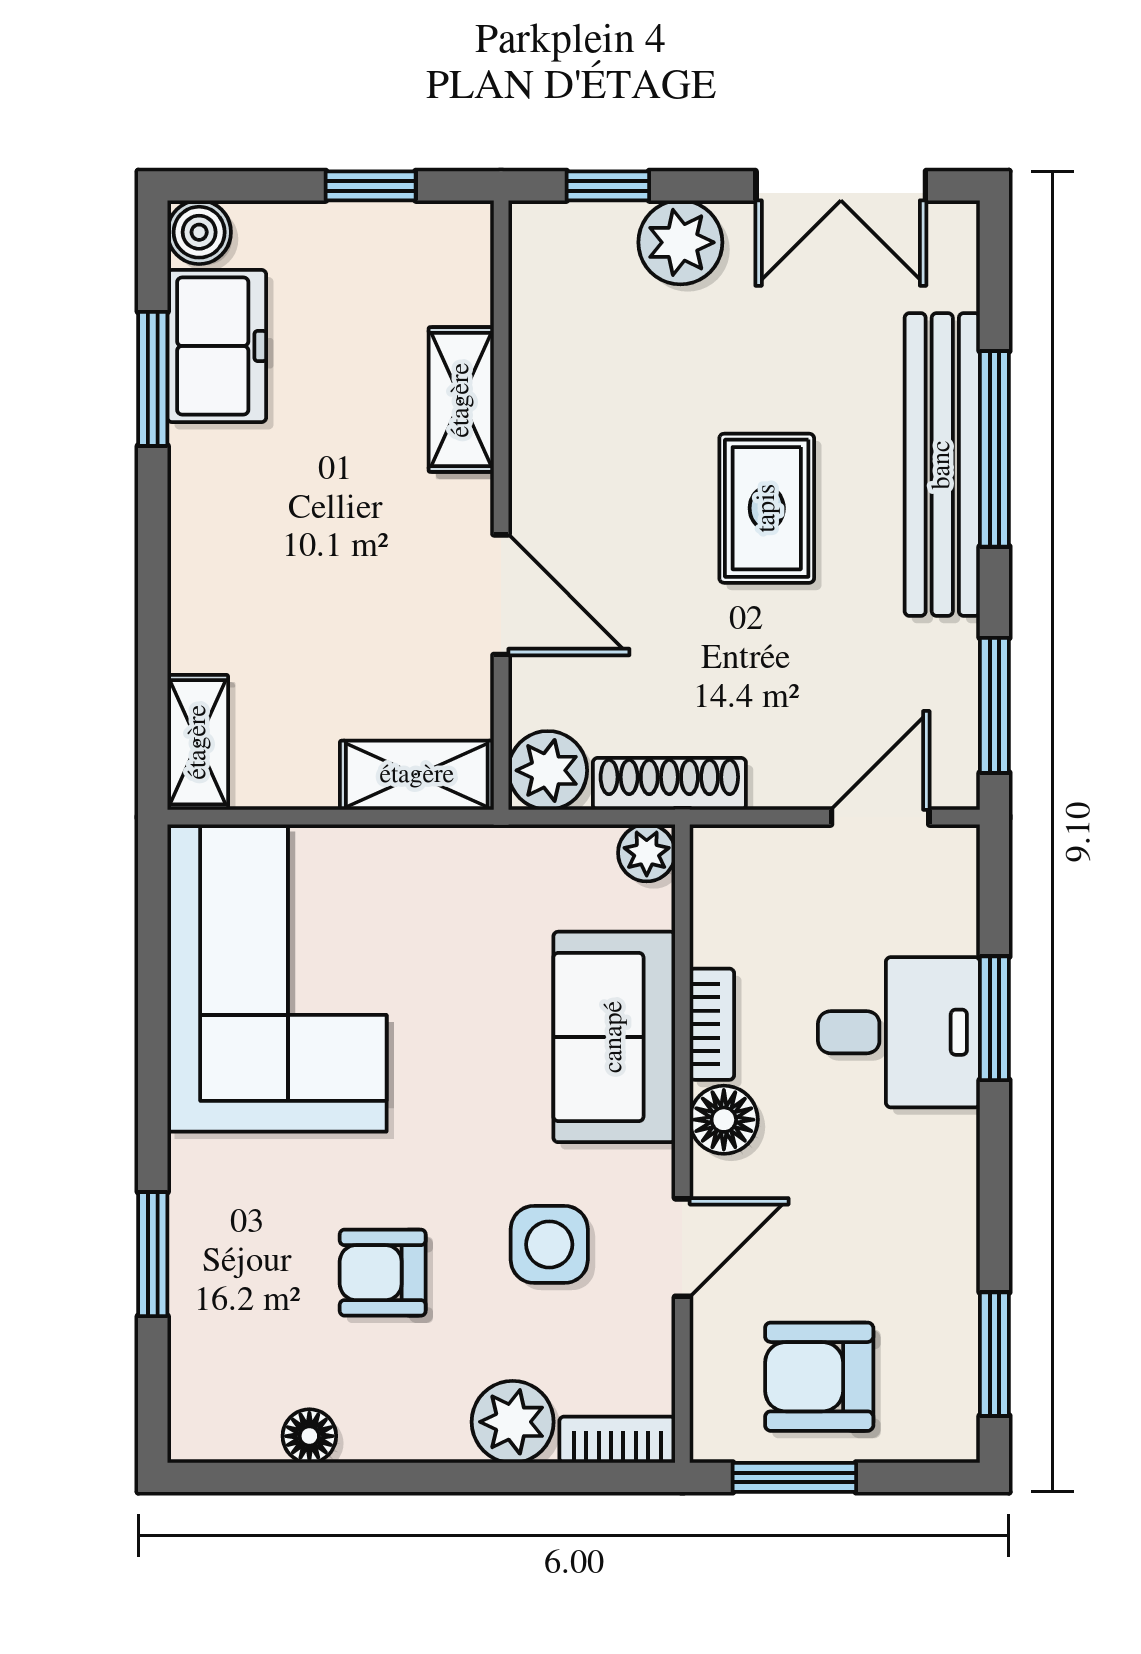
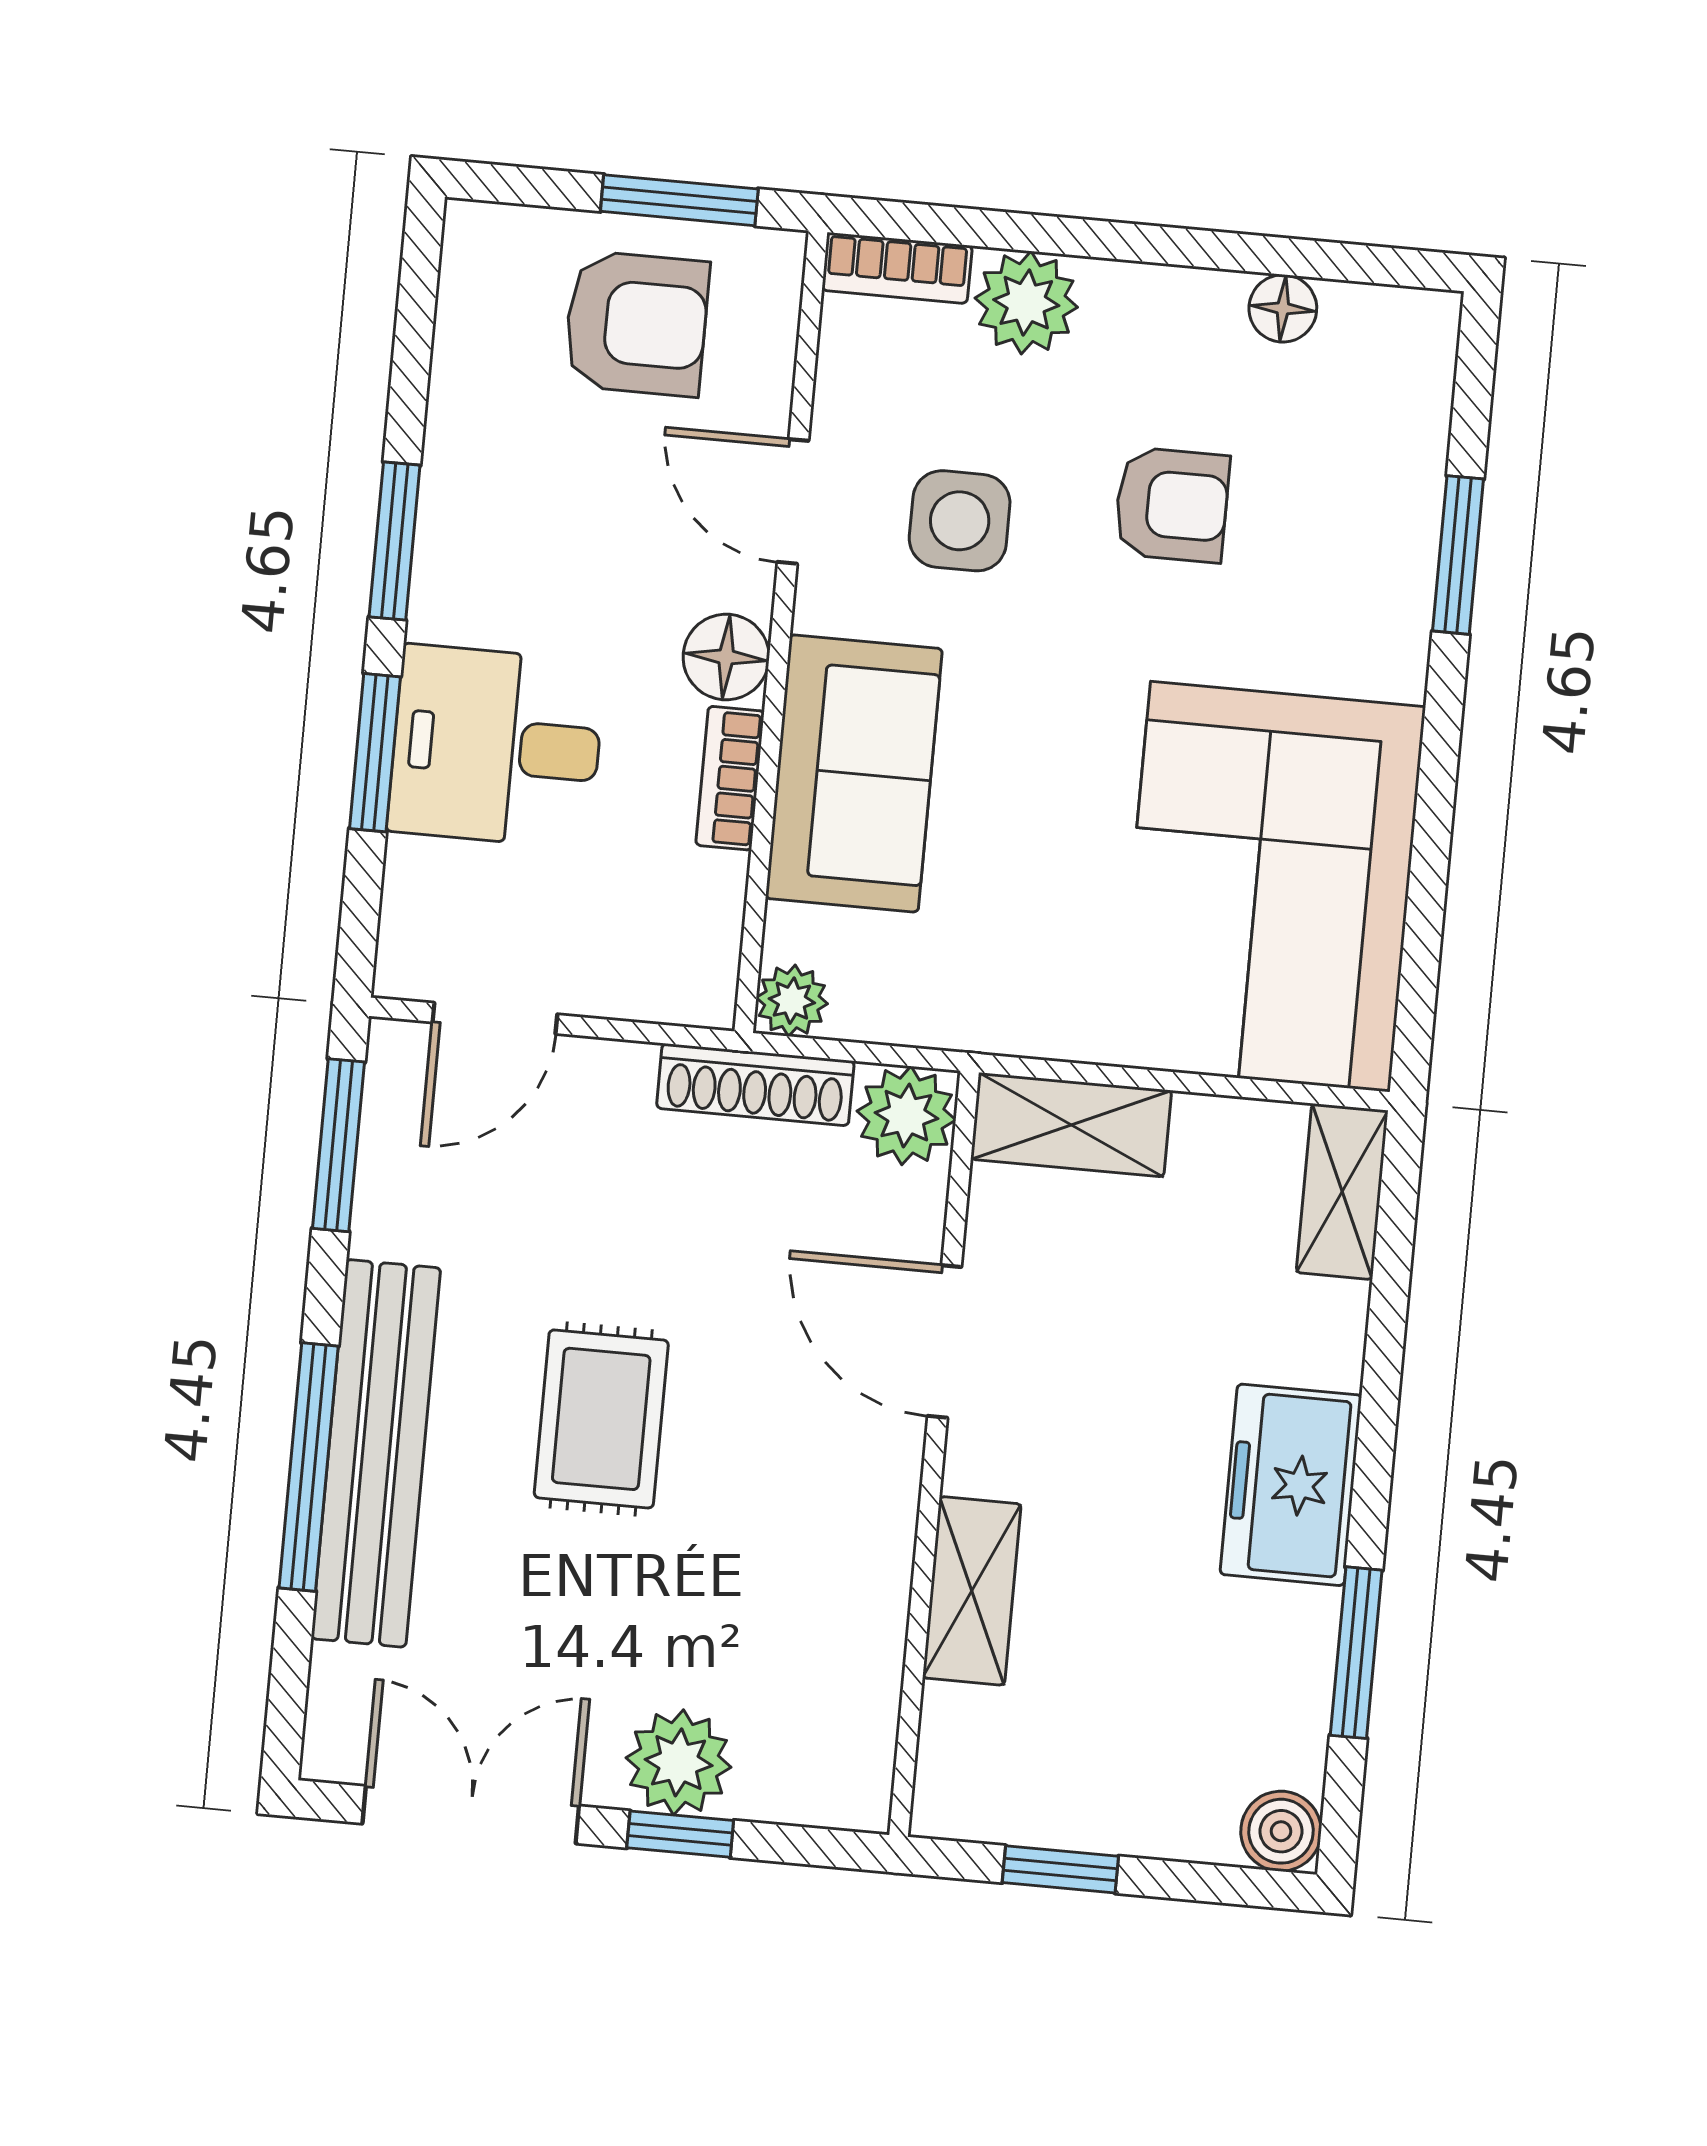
window: (608, 186) -> (680, 1834), moved
freezer: (217, 346) -> (1291, 1485), moved
door: (682, 1248) -> (793, 501), hinge flipped
window: (994, 1354) -> (395, 541), moved

